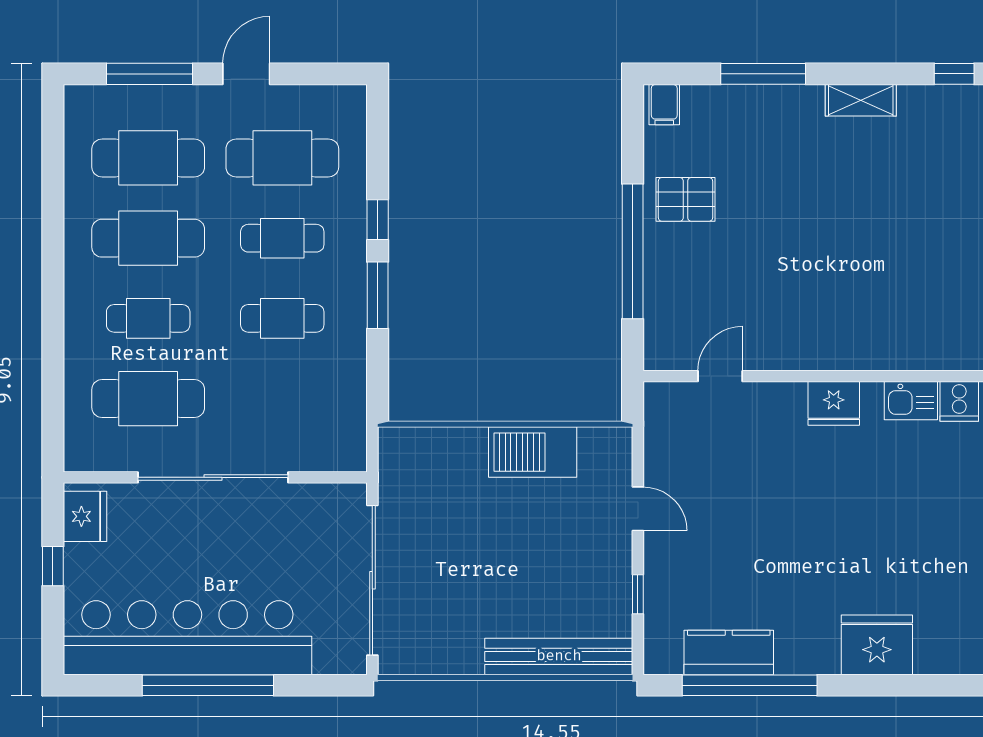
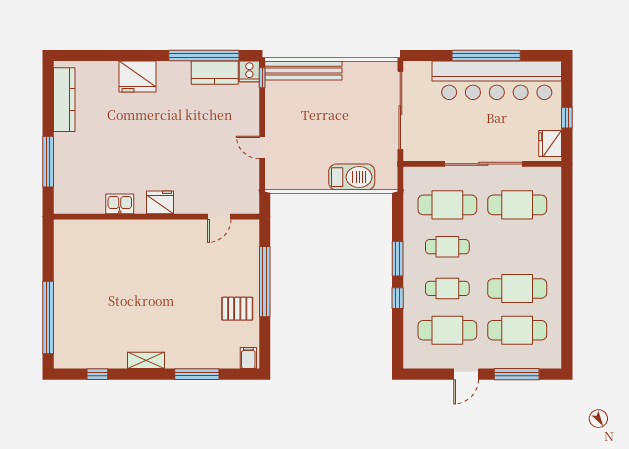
cafe table: (148, 318) -> (447, 205), moved, width x1.37, depth x1.35
cooker: (959, 401) -> (249, 71), moved, turned 180
barbecue: (533, 452) -> (352, 177), moved
window: (638, 594) -> (262, 78), moved

